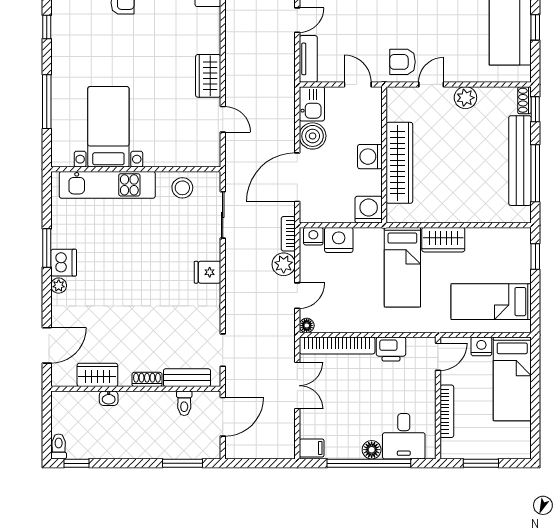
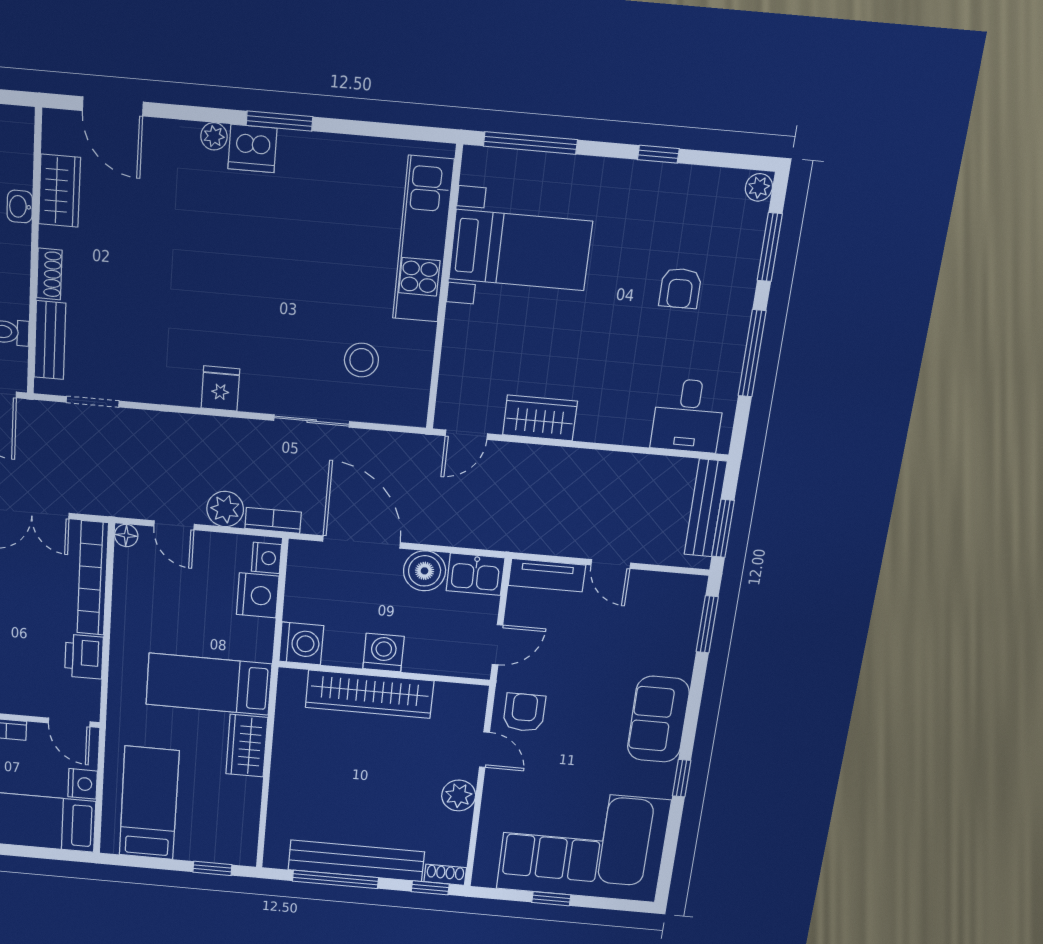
bed with nightstands: (108, 127) -> (520, 250), moved
wall: (136, 169) -> (444, 290), moved
kitchen unit: (107, 185) -> (423, 240), moved

